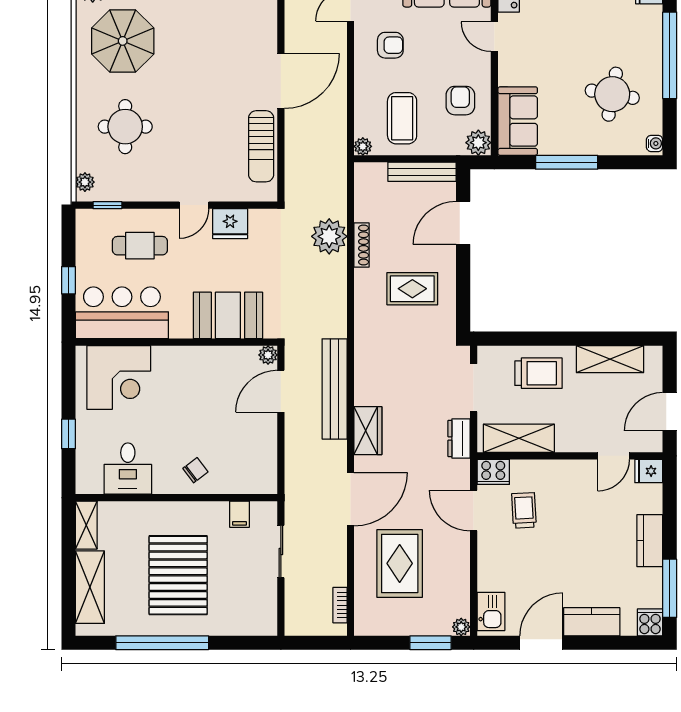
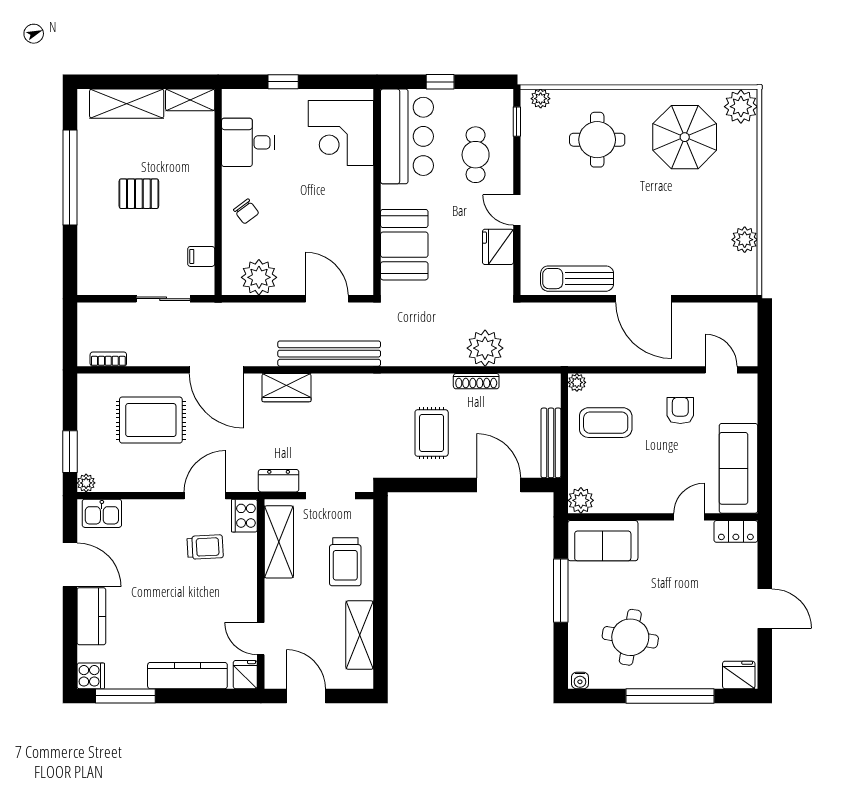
armchair: (390, 45) -> (680, 410), turned 180
armchair: (460, 101) -> (624, 482), removed
plant: (268, 355) -> (259, 277), moved, width x1.87, depth x1.87
kitchen counter: (650, 541) -> (187, 676), width x1.50
pallet: (178, 575) -> (139, 194), width x0.49, depth x0.50

